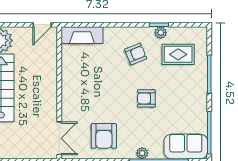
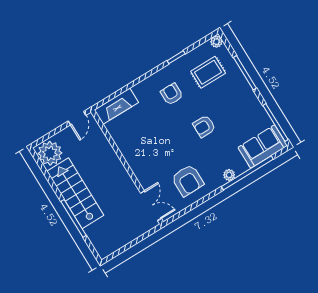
plant: (161, 33) -> (216, 42), moved
armchair: (136, 54) -> (172, 94), turned -68

